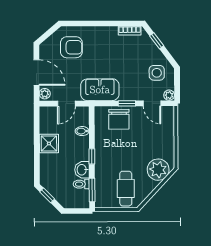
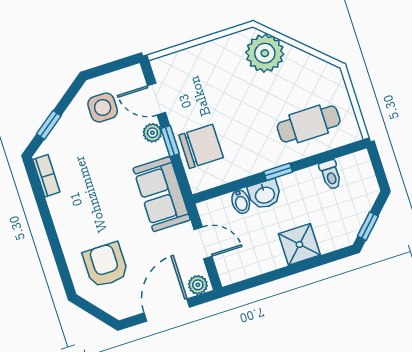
plant: (169, 95) -> (152, 133), moved
door: (152, 103) -> (156, 99), swing flipped
shower: (49, 143) -> (299, 244), moved
washbasin: (82, 170) -> (265, 194), moved
cafe table: (126, 189) -> (309, 124), moved
window: (92, 190) -> (335, 153), removed

